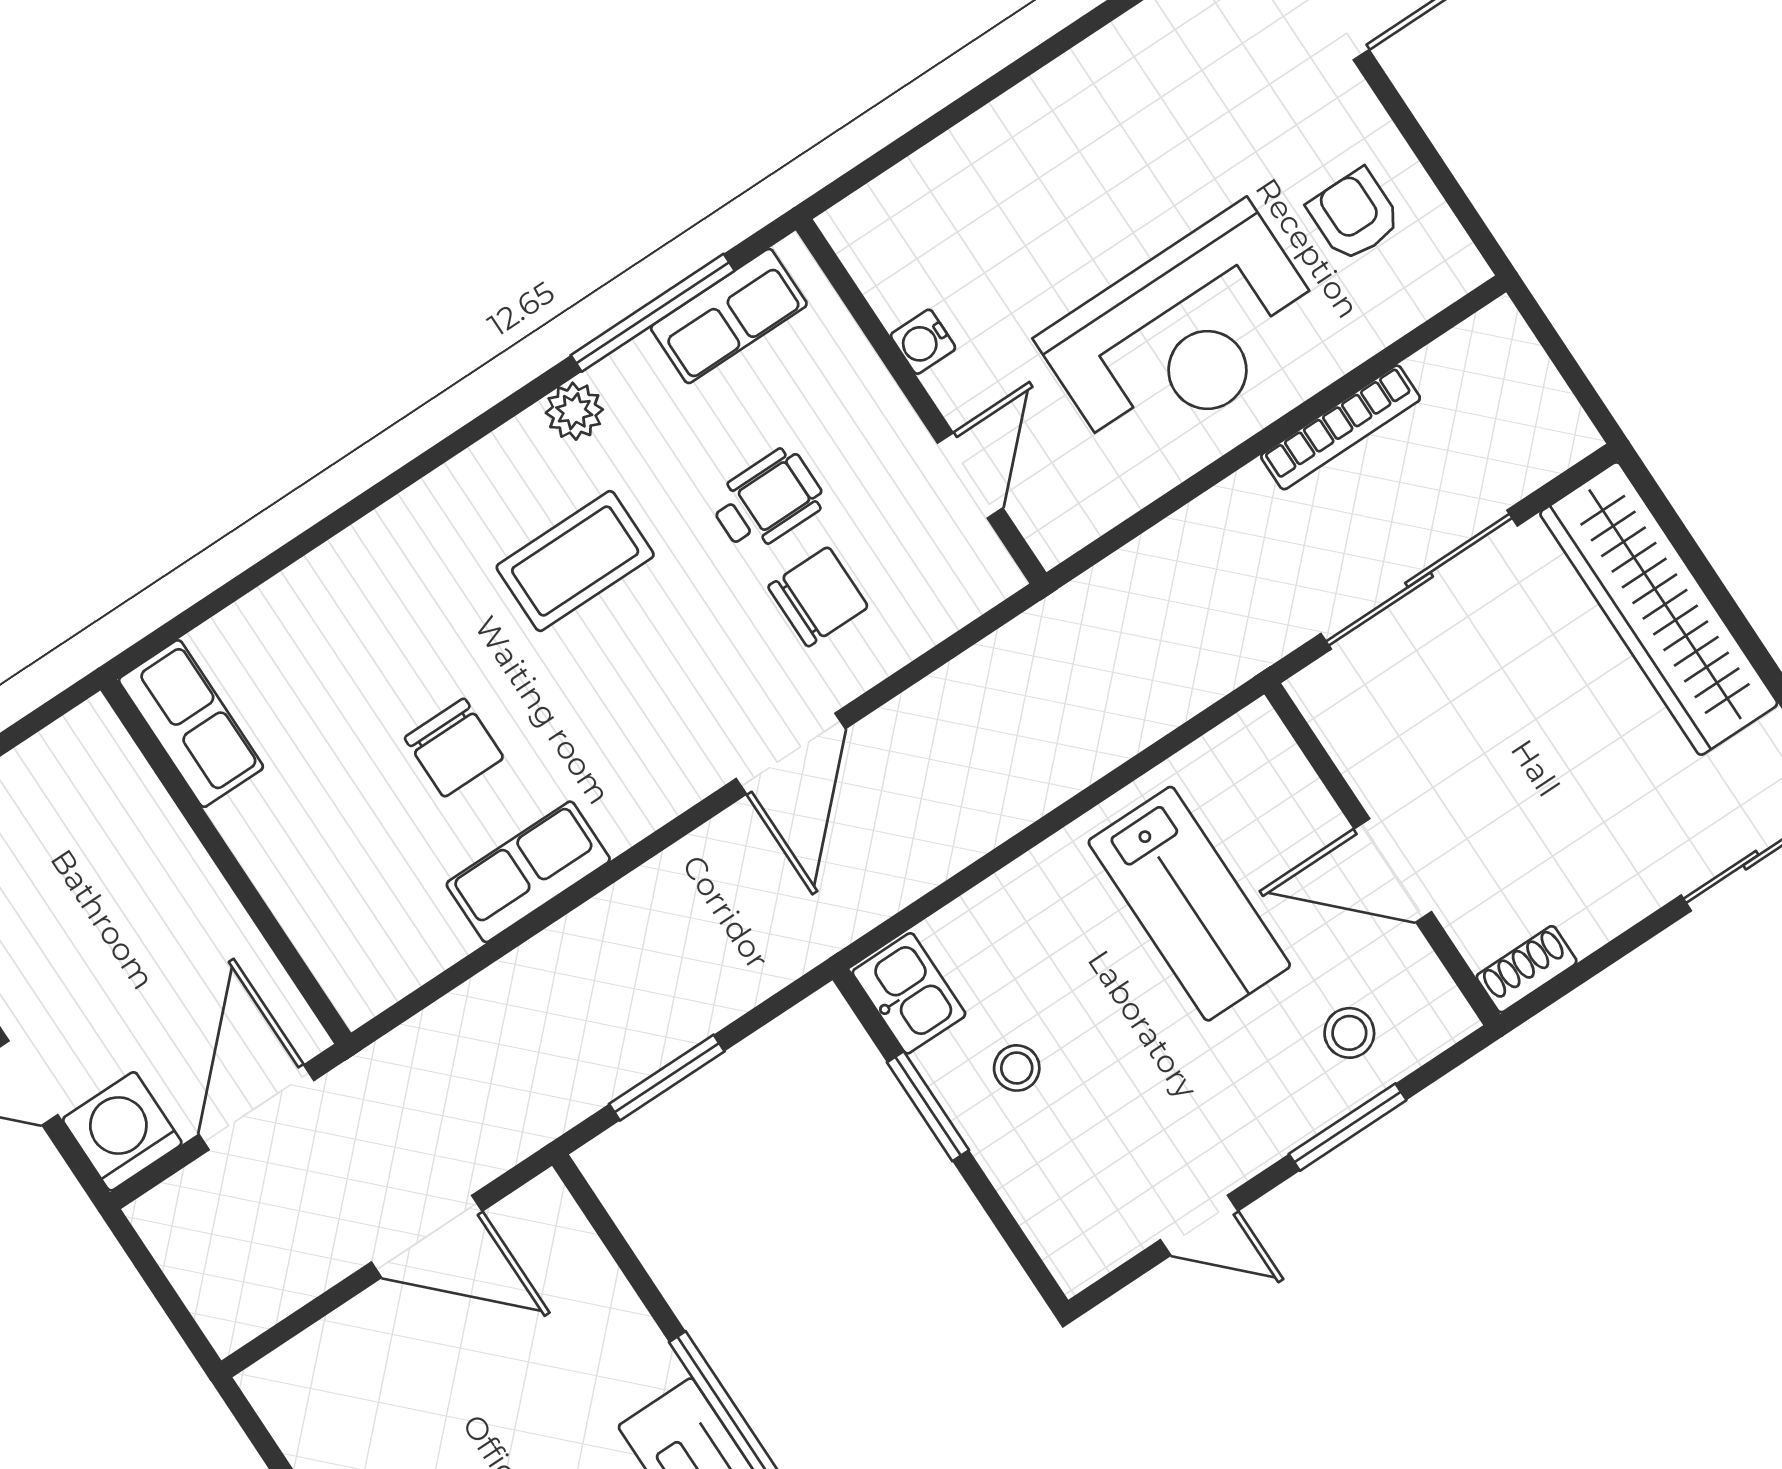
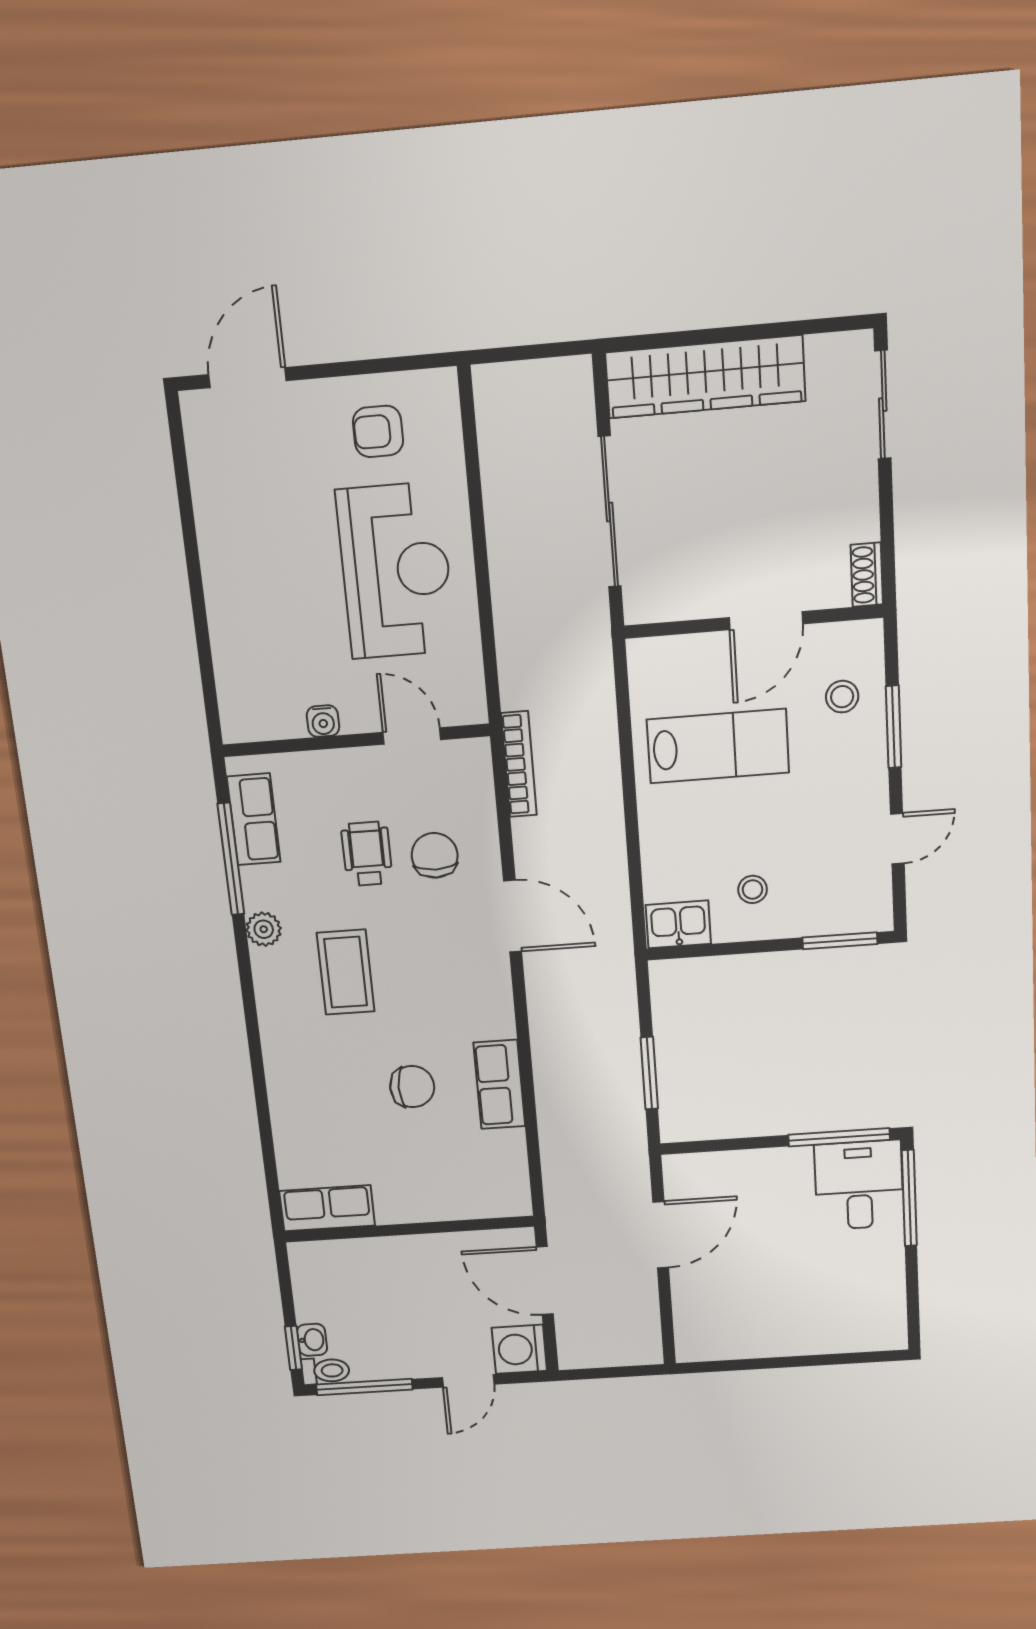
bookcase: (1341, 427) -> (519, 764), moved
window: (928, 1106) -> (840, 941), moved

